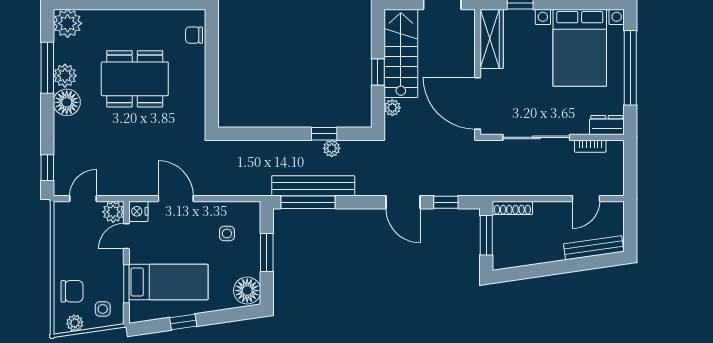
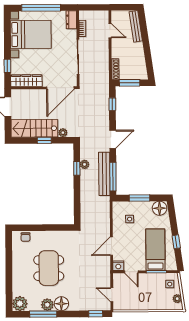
door: (403, 202) -> (113, 139), moved
plant: (113, 212) -> (119, 279), removed
chair: (72, 291) -> (161, 300), removed

